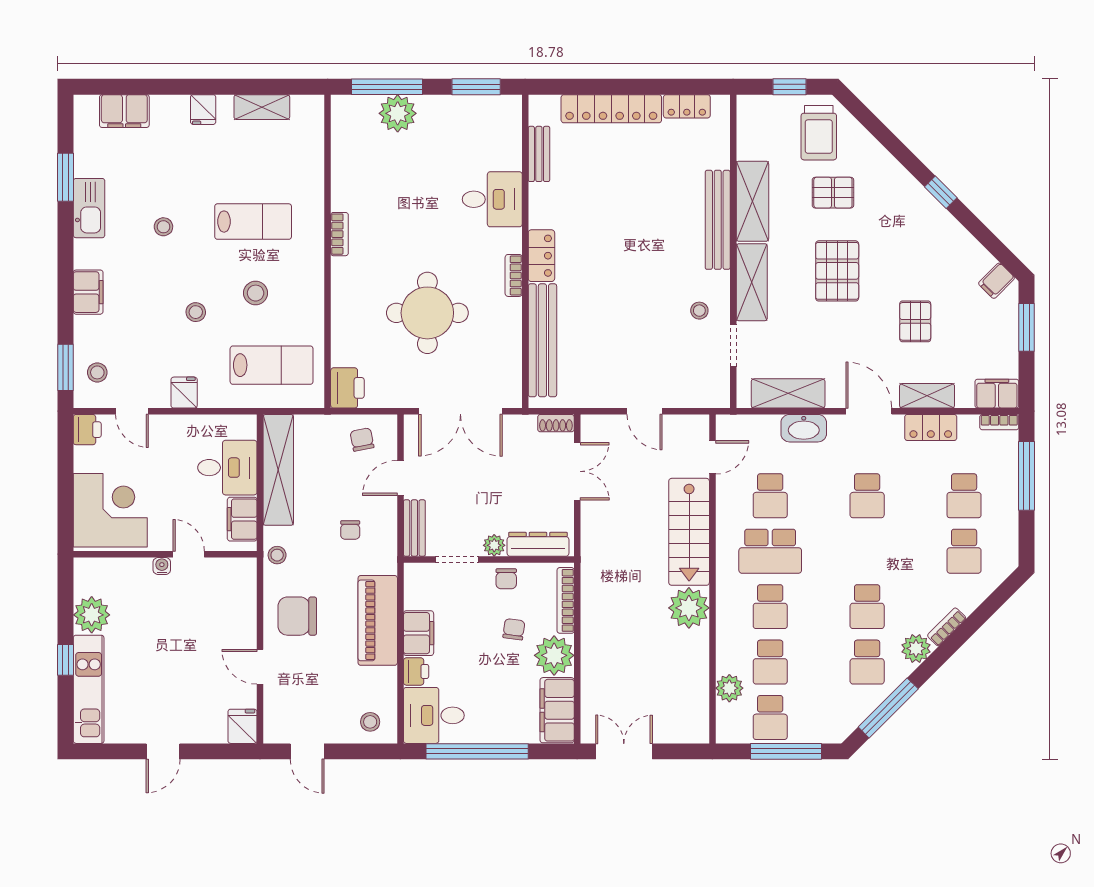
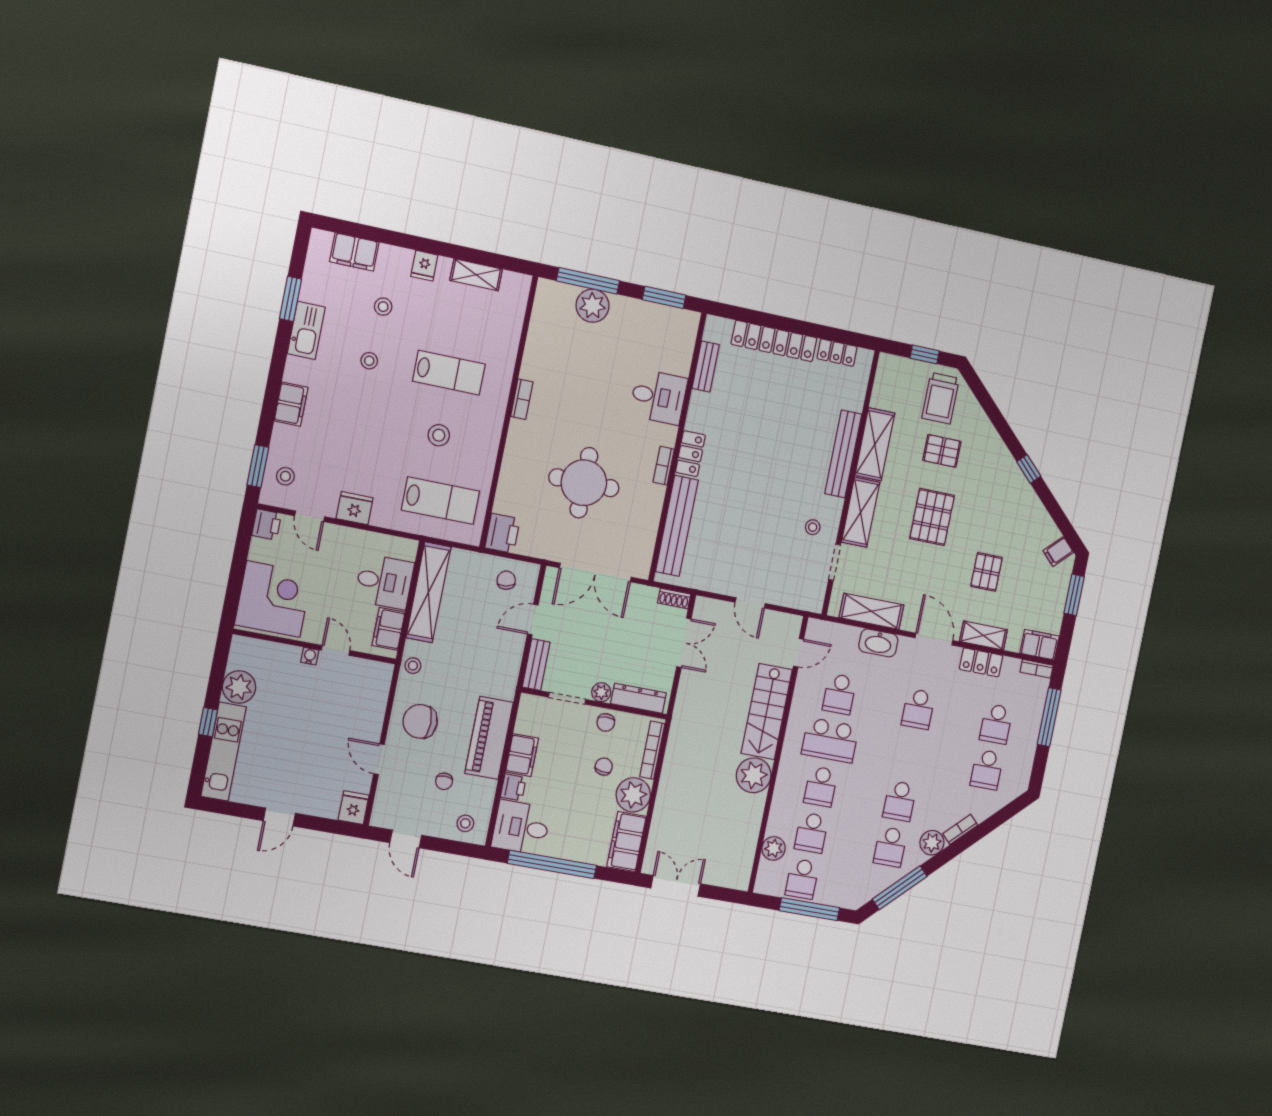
stool: (196, 312) -> (383, 307), moved
fridge: (184, 393) -> (355, 508), width x1.38
chair: (350, 530) -> (444, 781), moved

